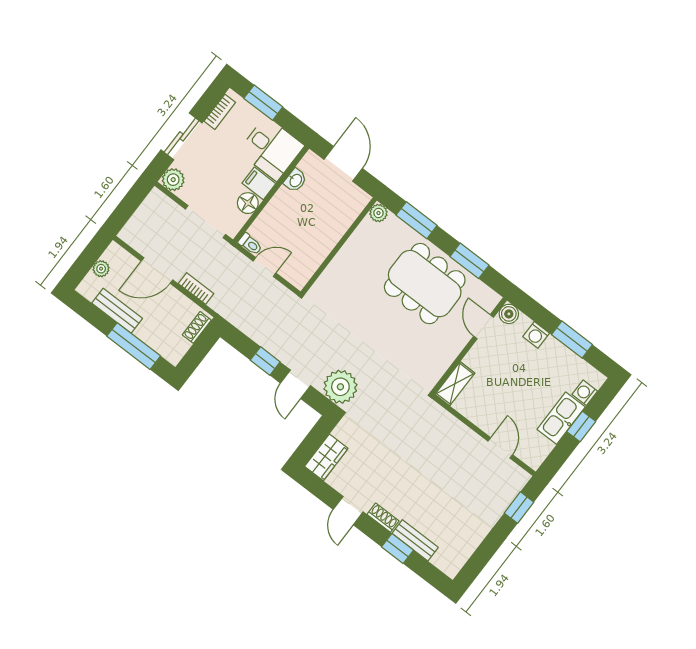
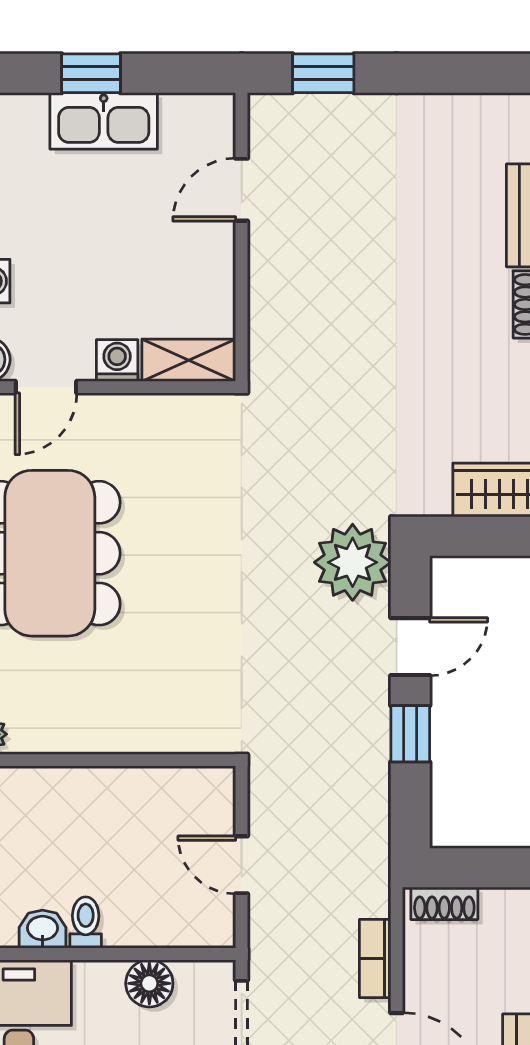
filing cabinet: (259, 183) -> (99, 991), removed
toilet: (250, 244) -> (86, 922), moved
washing machine: (585, 393) -> (117, 361), moved, turned 180

